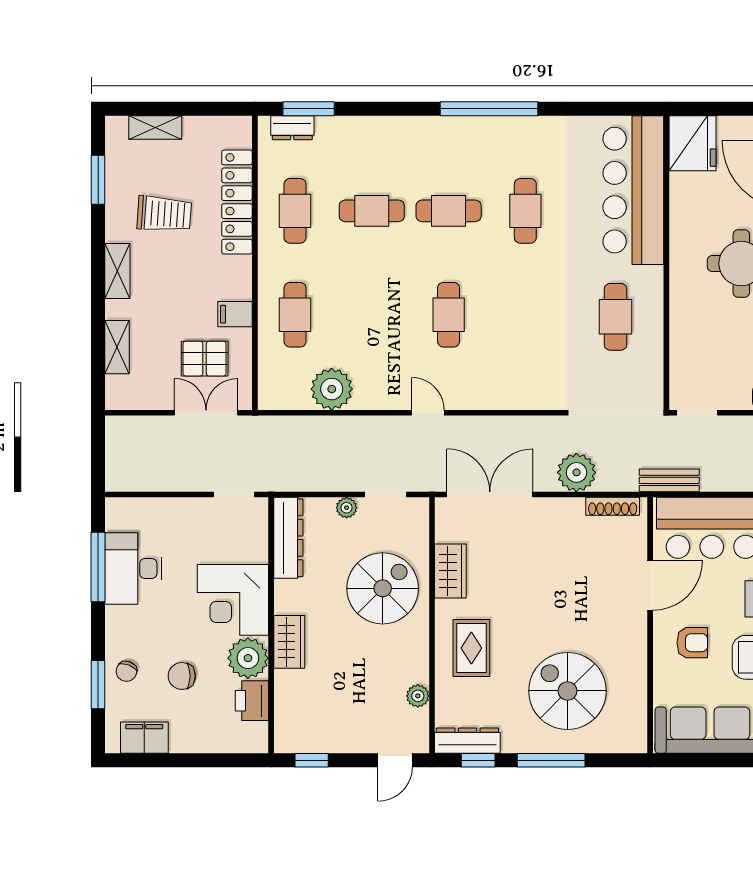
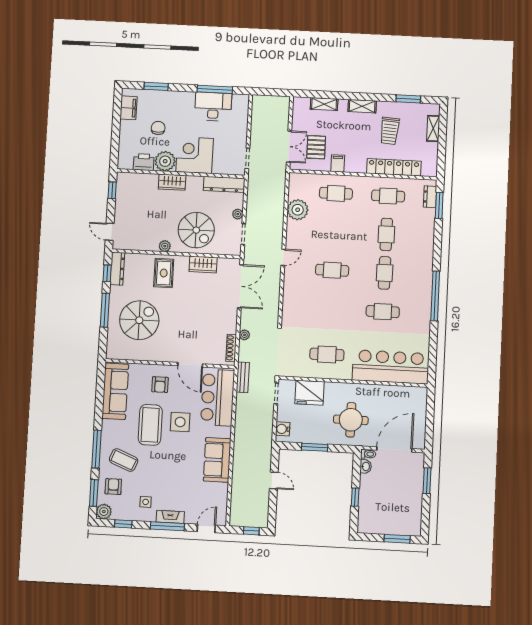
fridge: (693, 143) -> (309, 393), moved
plant: (576, 472) -> (244, 335), width x0.53, depth x0.53
rug: (471, 648) -> (164, 273), turned 90
chair: (126, 671) -> (162, 101), removed
plant: (418, 696) -> (165, 246), moved

